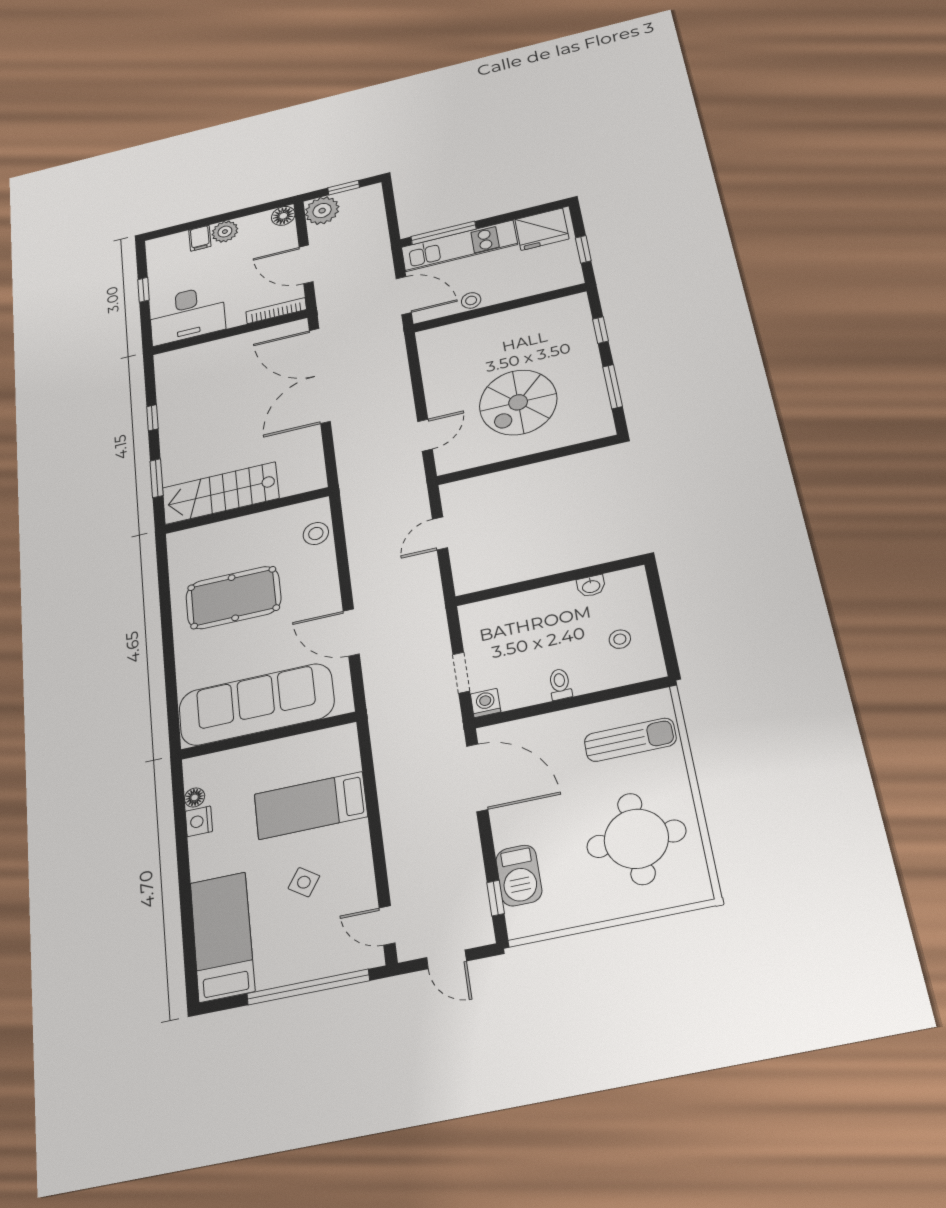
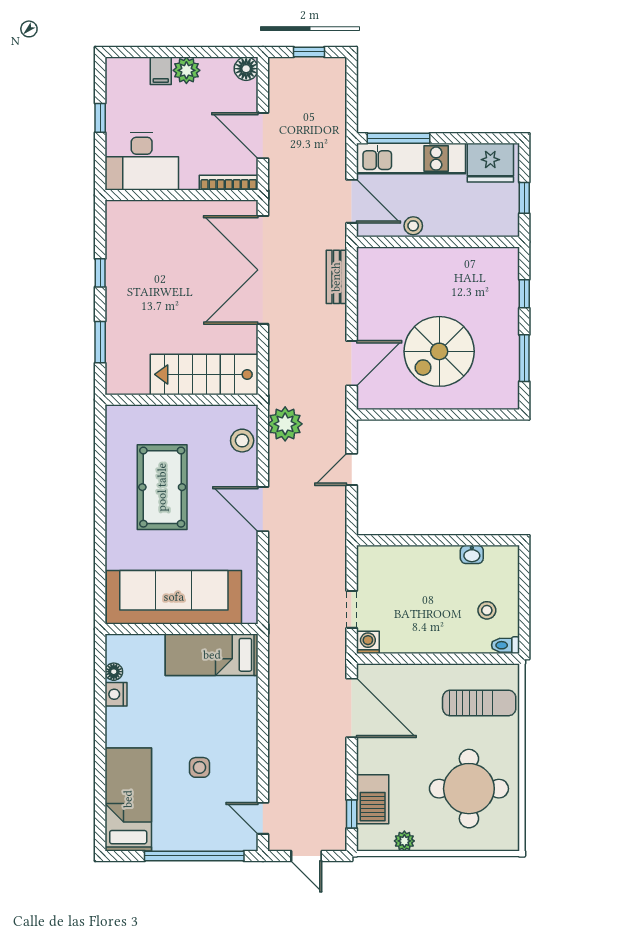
plant: (322, 211) -> (285, 424), moved
bench: (398, 363) -> (336, 277), added
door: (425, 435) -> (352, 363), width x1.38
stairs: (220, 493) -> (204, 374), moved
pool table: (233, 598) -> (162, 487), turned 90
door: (351, 632) -> (263, 509), moved
toilet: (560, 684) -> (505, 645), moved, turned -90
bed: (311, 805) -> (212, 655), moved
side table: (304, 882) -> (199, 767), turned -34
plant: (567, 917) -> (404, 841), added

